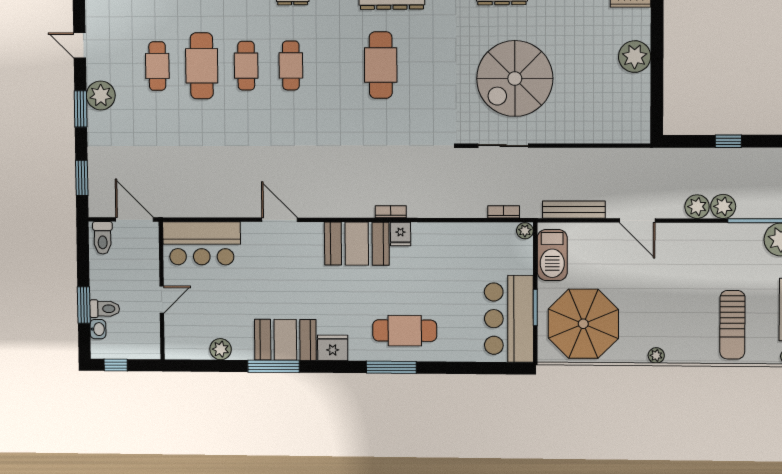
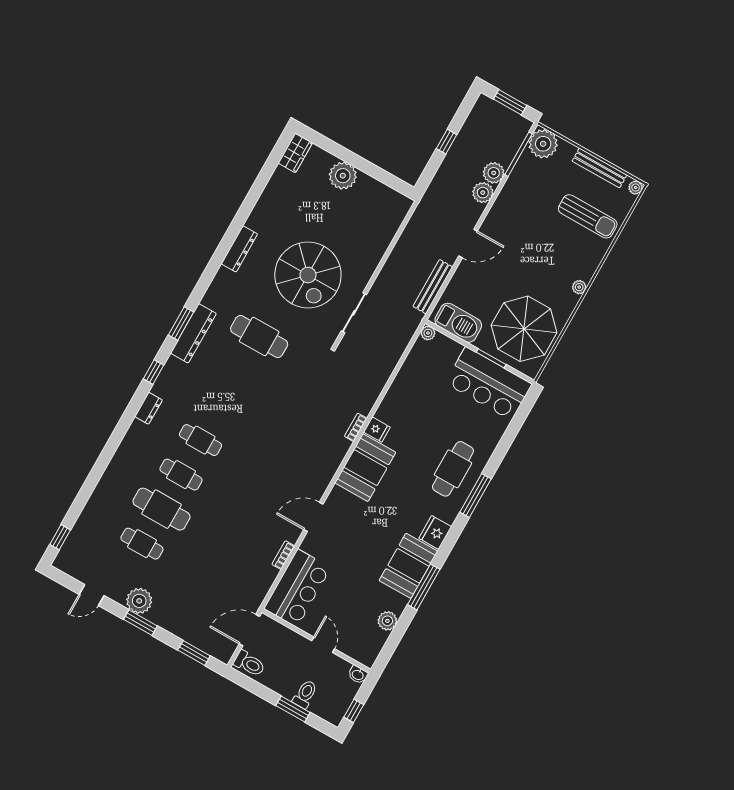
cafe table: (381, 65) -> (259, 336), moved
bookcase: (504, 212) -> (283, 555), moved
washbasin: (98, 329) -> (358, 675), moved, turned 180

